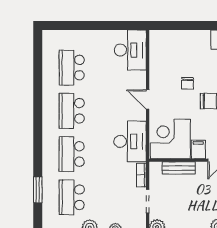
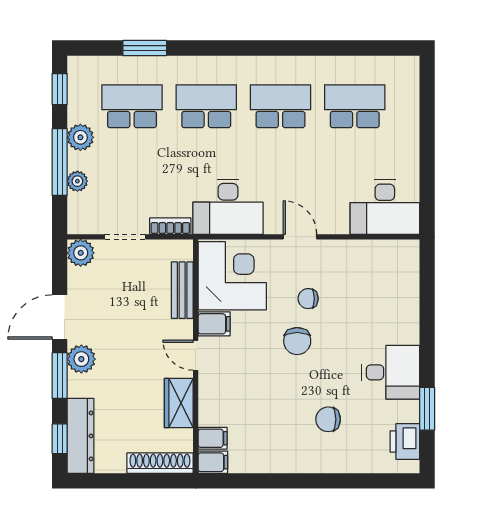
chair: (187, 83) -> (308, 299), moved
door: (148, 99) -> (300, 237), hinge flipped

